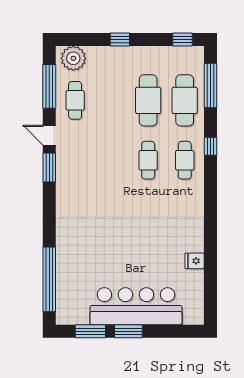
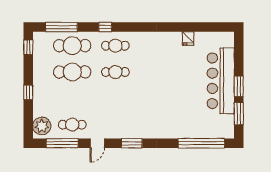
window: (49, 168) -> (132, 143), moved

